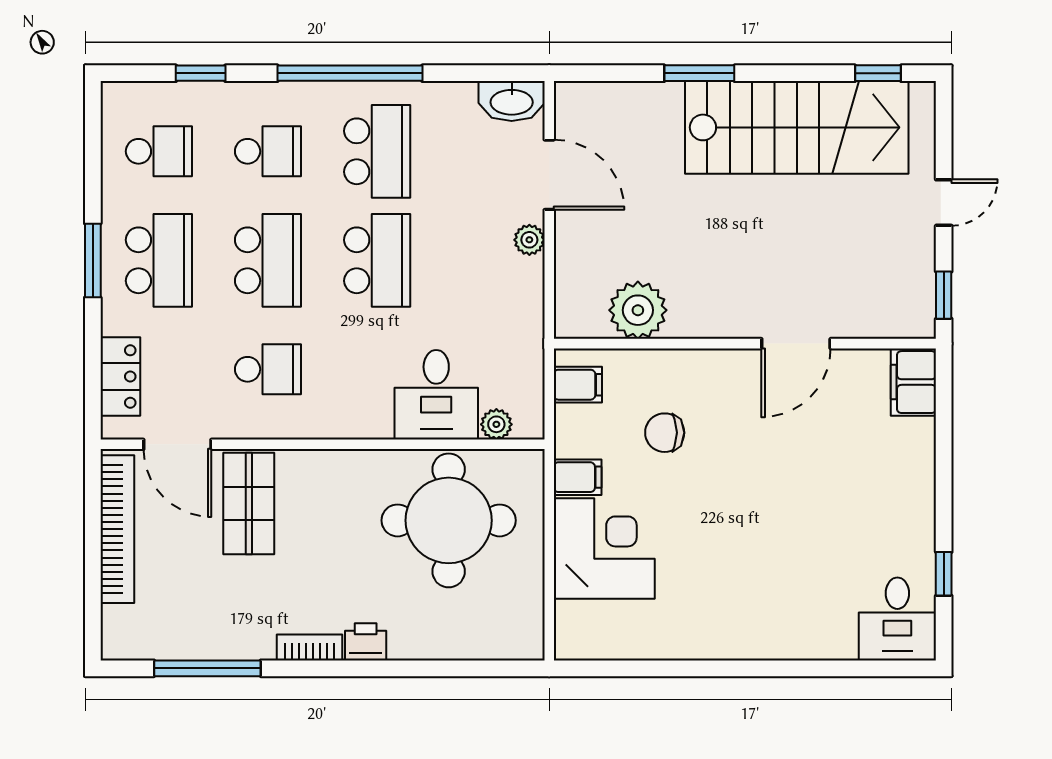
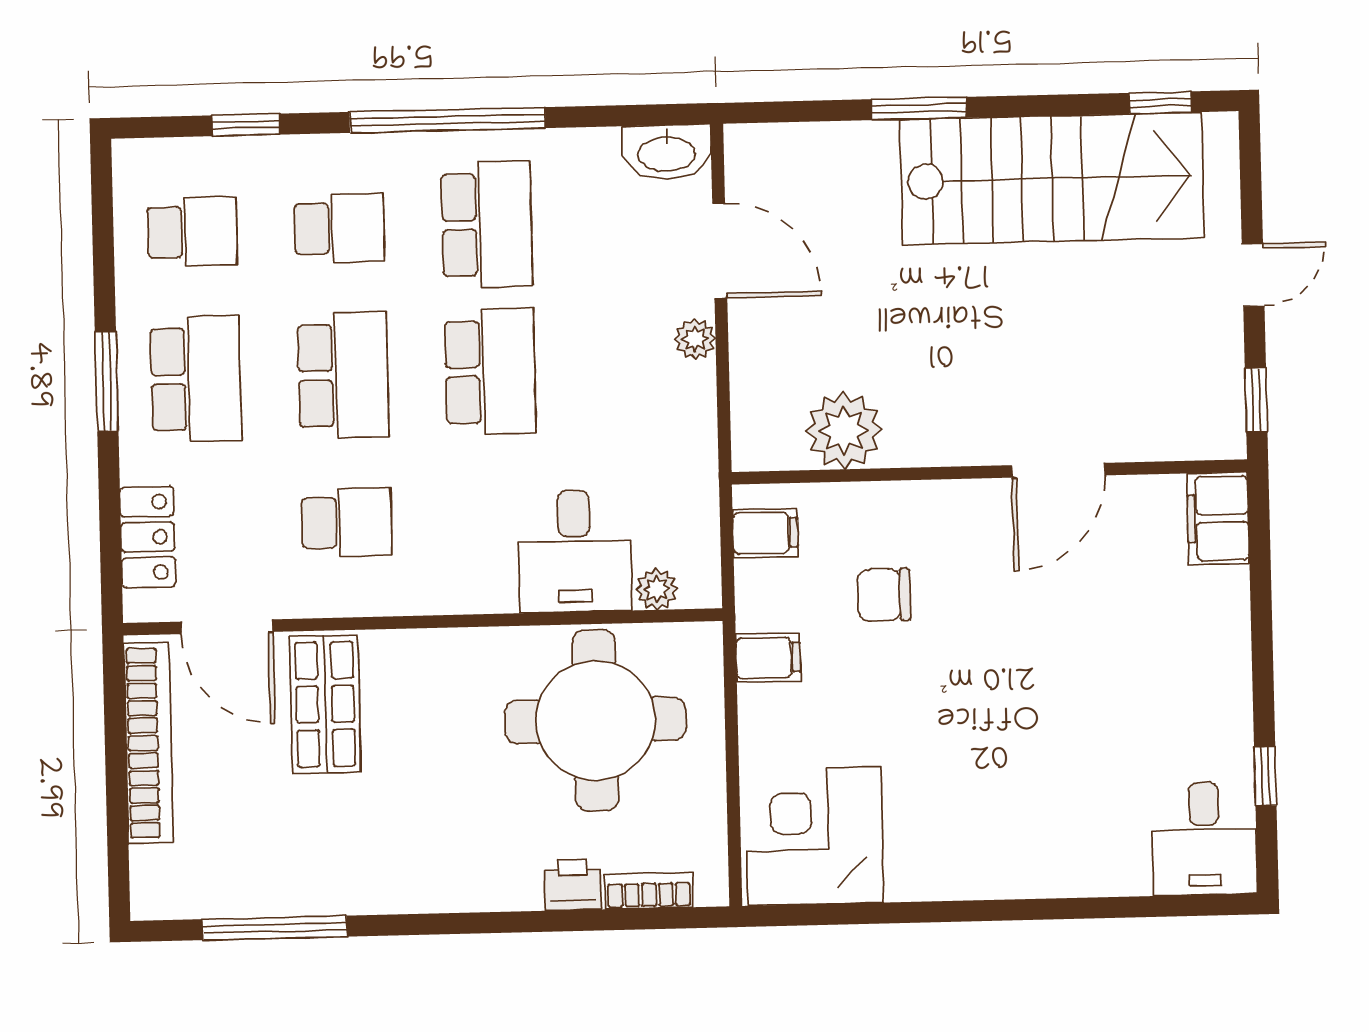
corner desk: (604, 549) -> (814, 836), moved, turned -90
printer: (366, 642) -> (573, 885), moved
bookcase: (309, 648) -> (649, 891), moved

